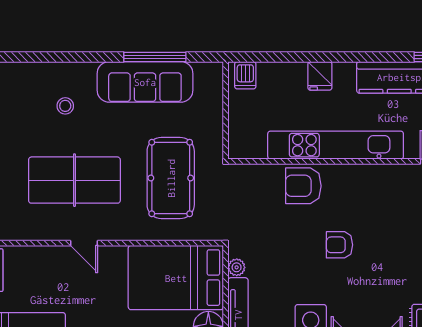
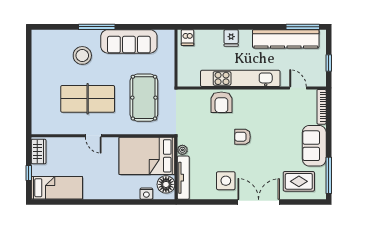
window: (155, 57) -> (97, 27), moved
stool: (65, 106) -> (82, 55), width x1.89, depth x1.89
armchair: (303, 186) -> (221, 102), turned -90

